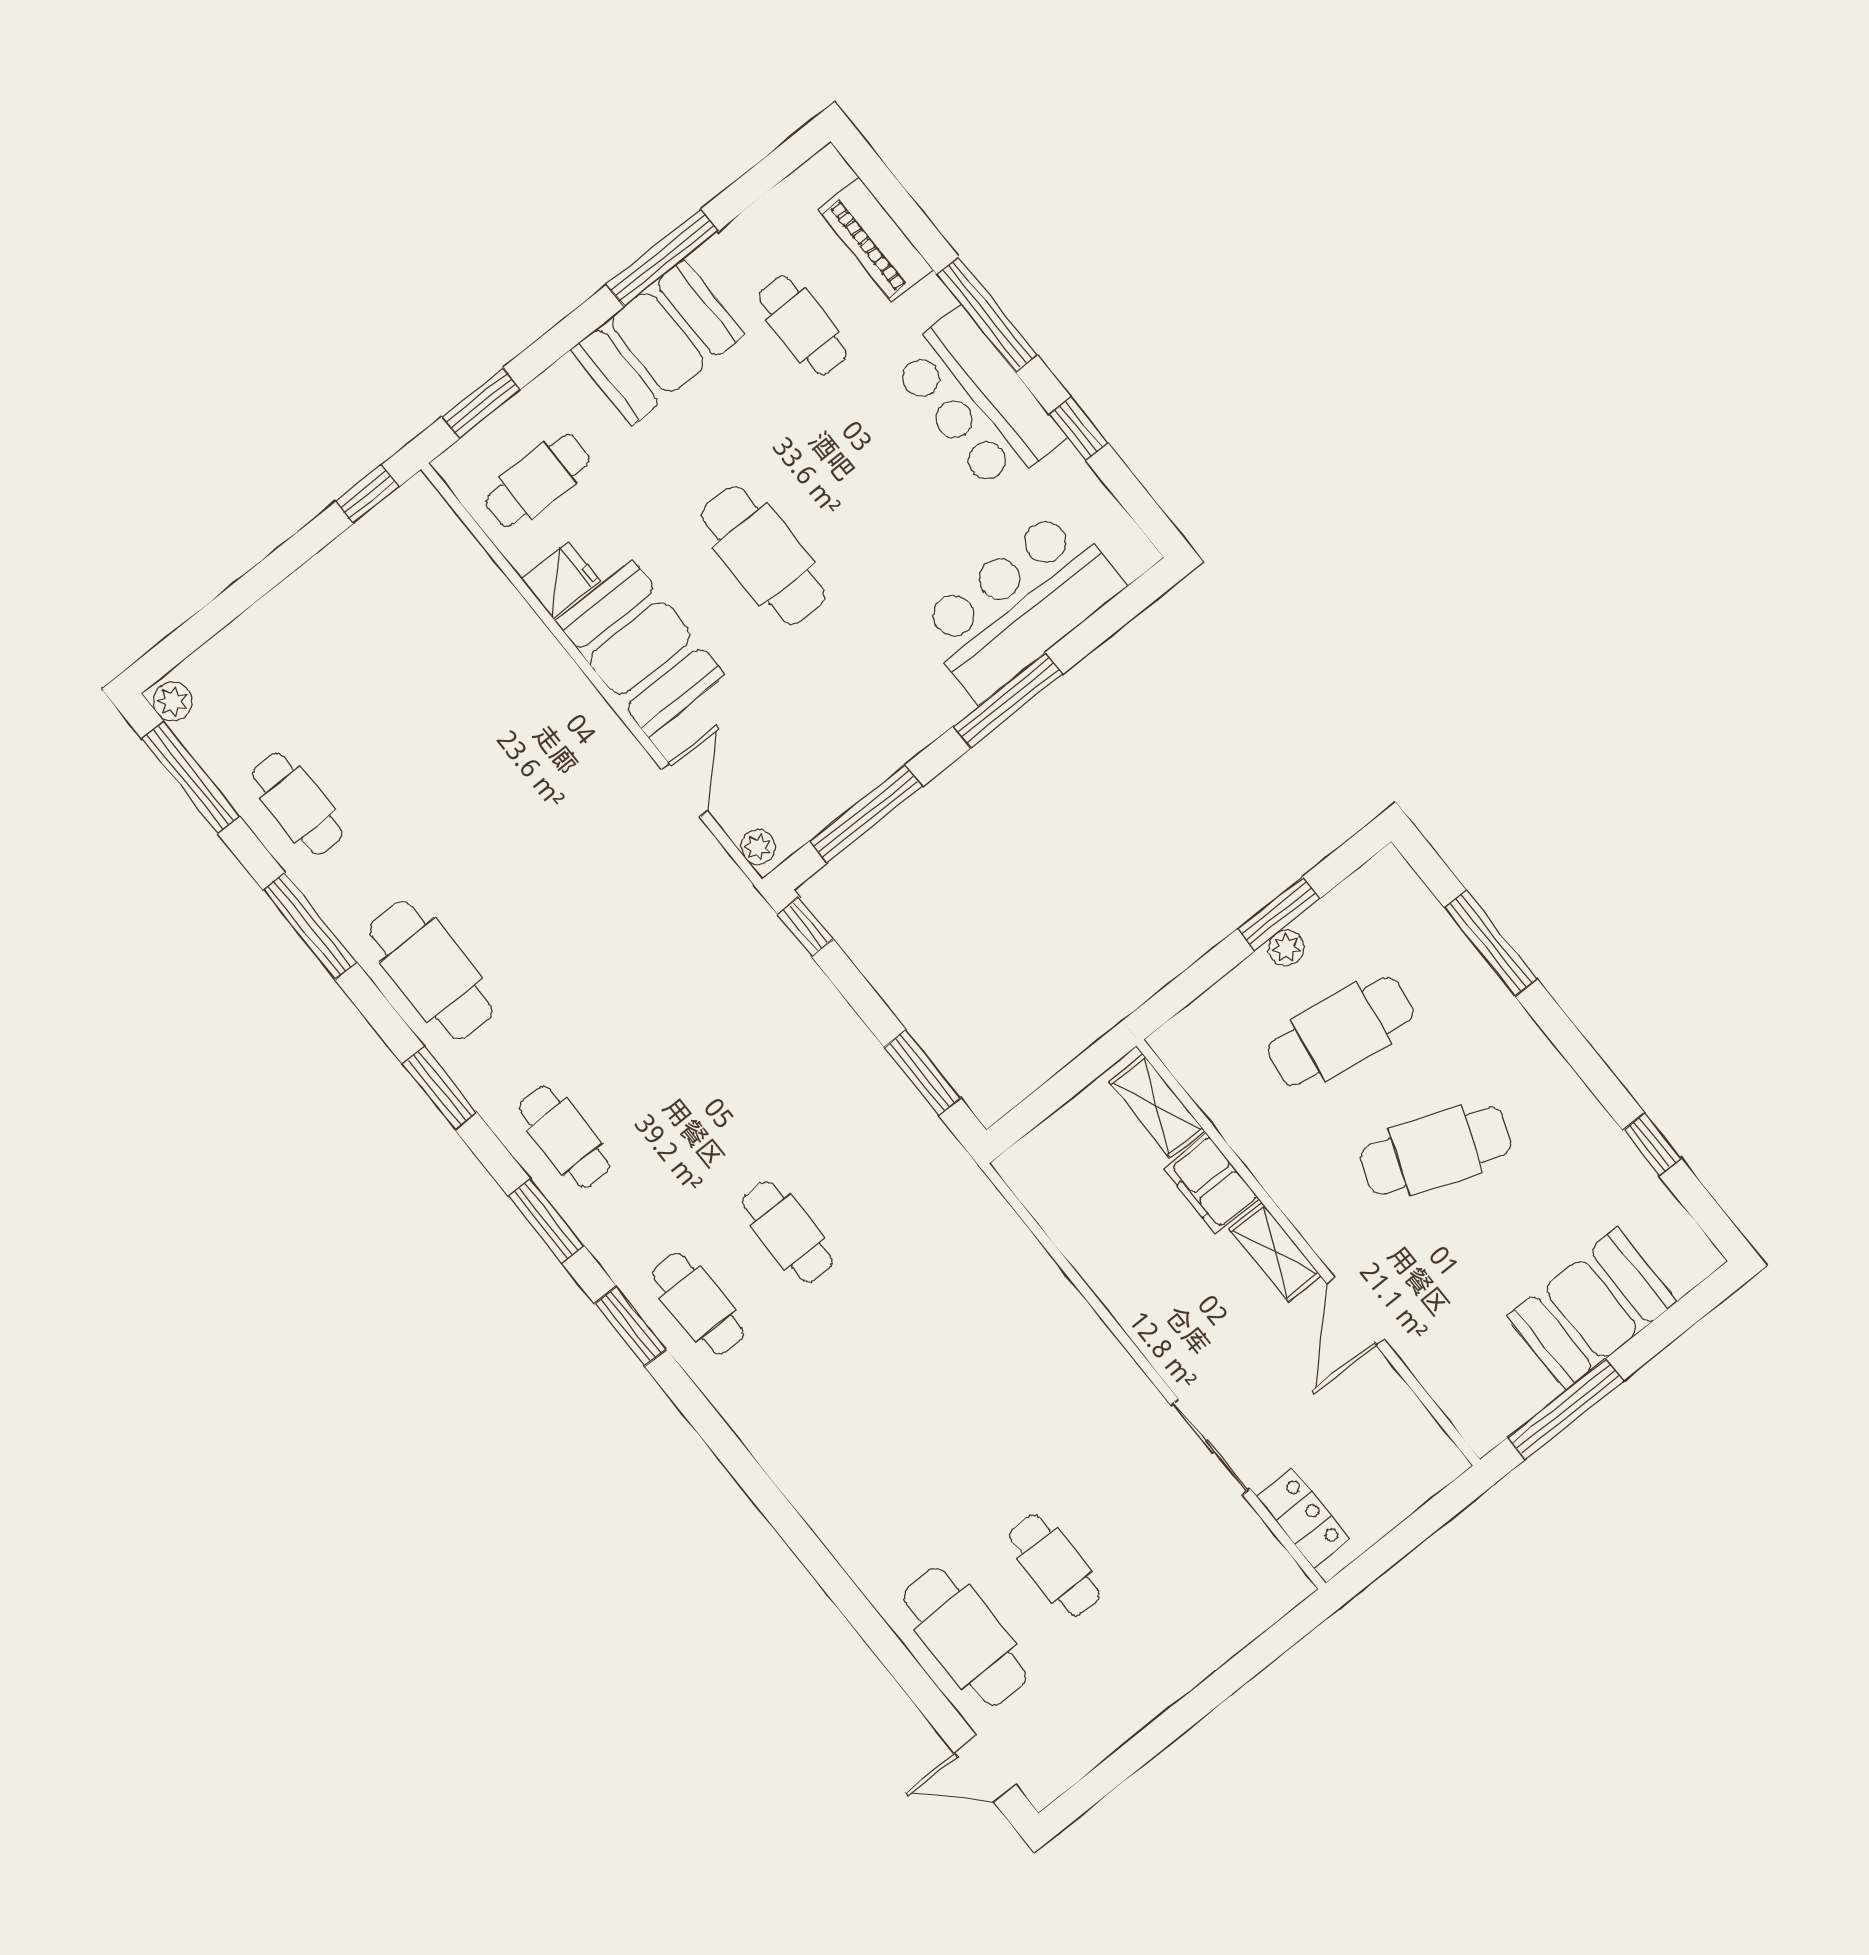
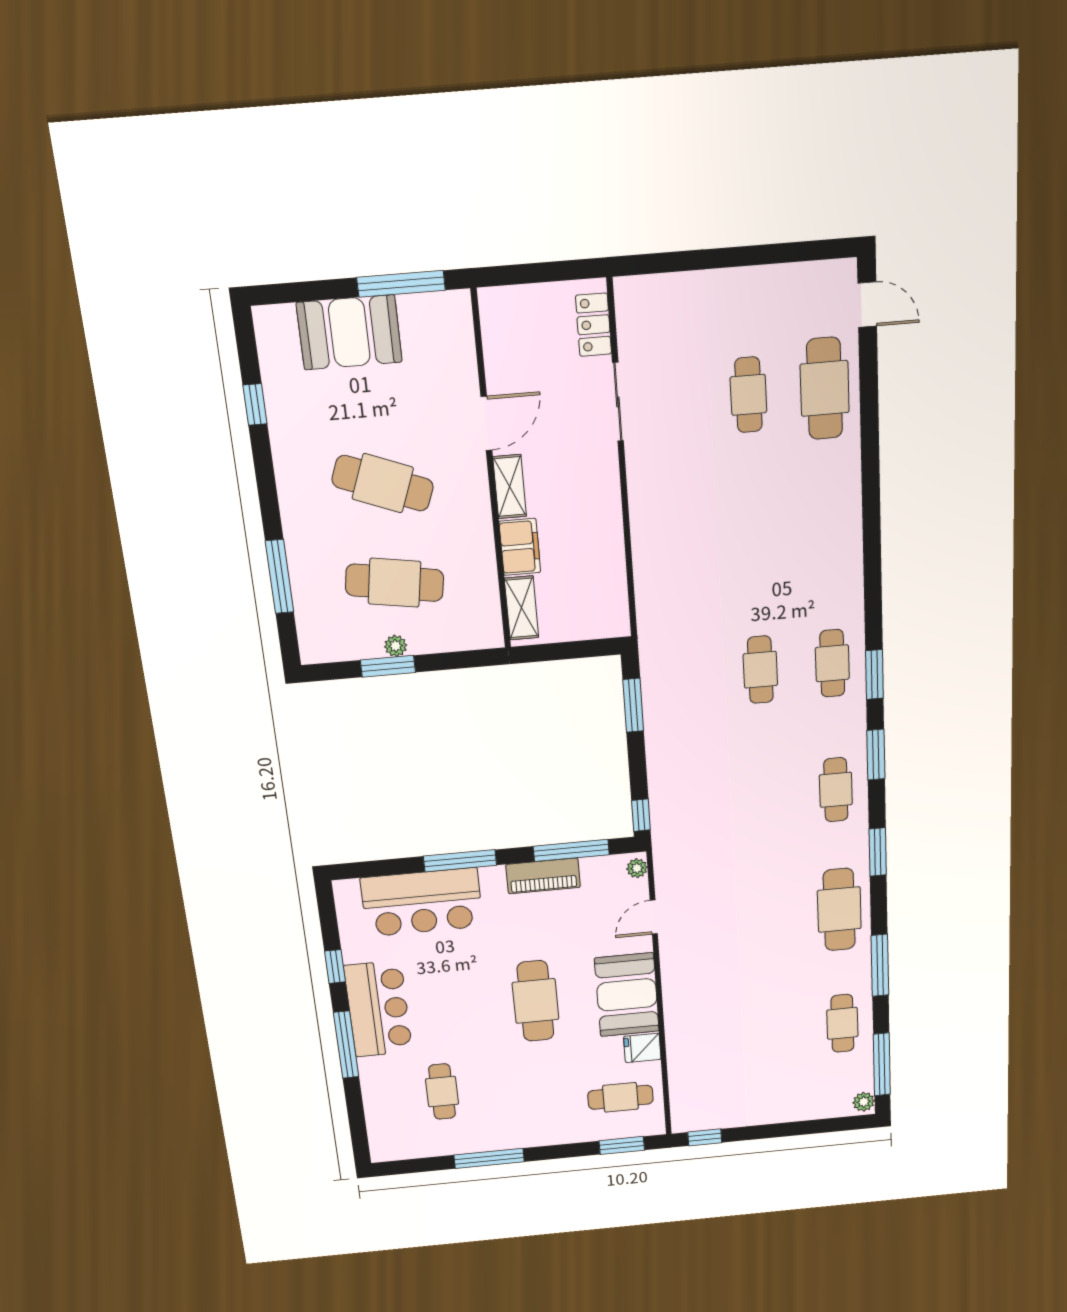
piano: (876, 240) -> (543, 876), moved, turned 90
booth: (658, 342) -> (518, 1124), removed

